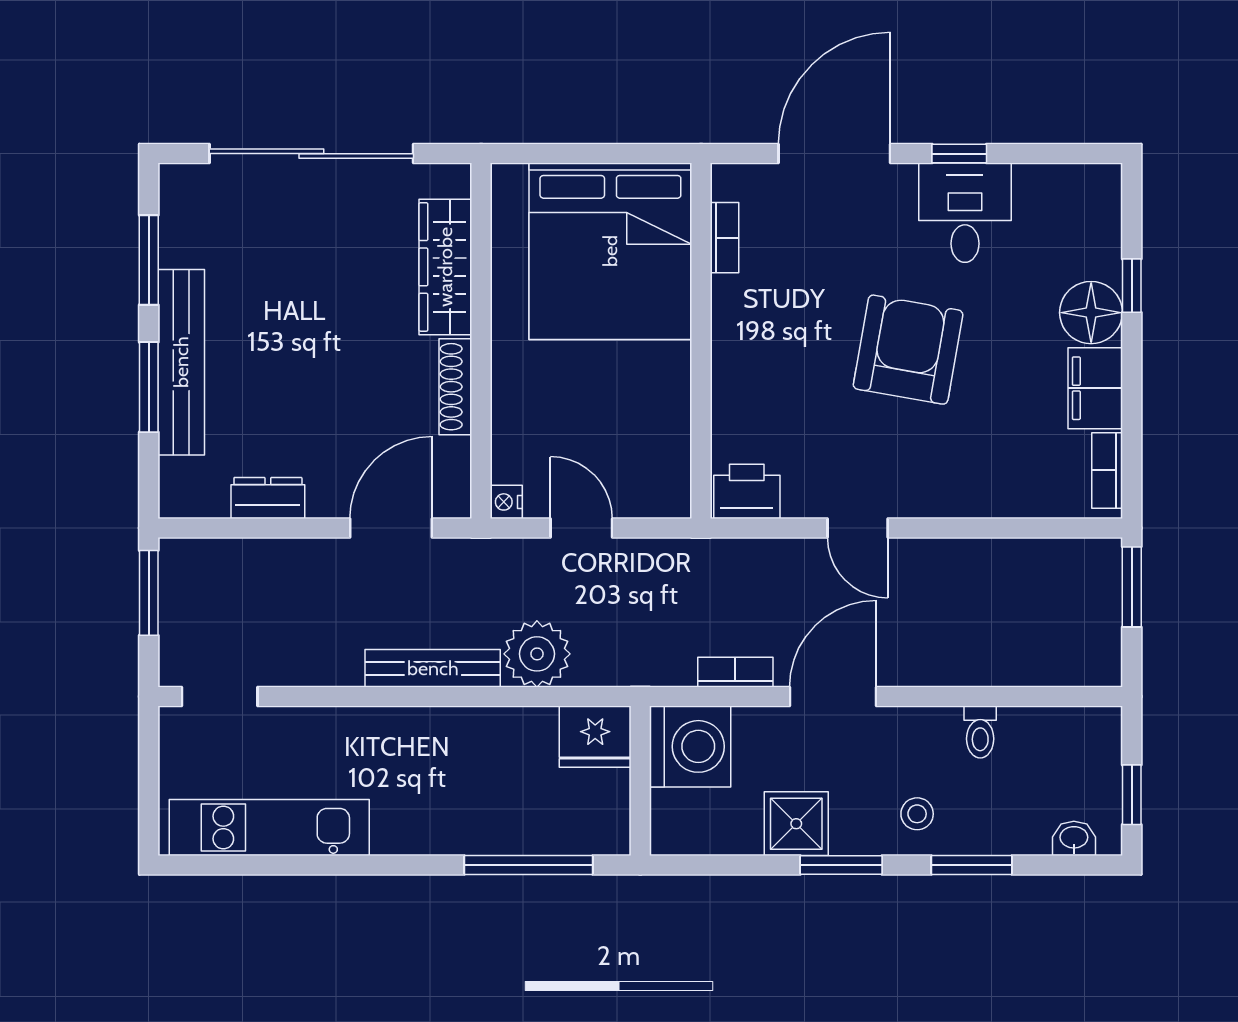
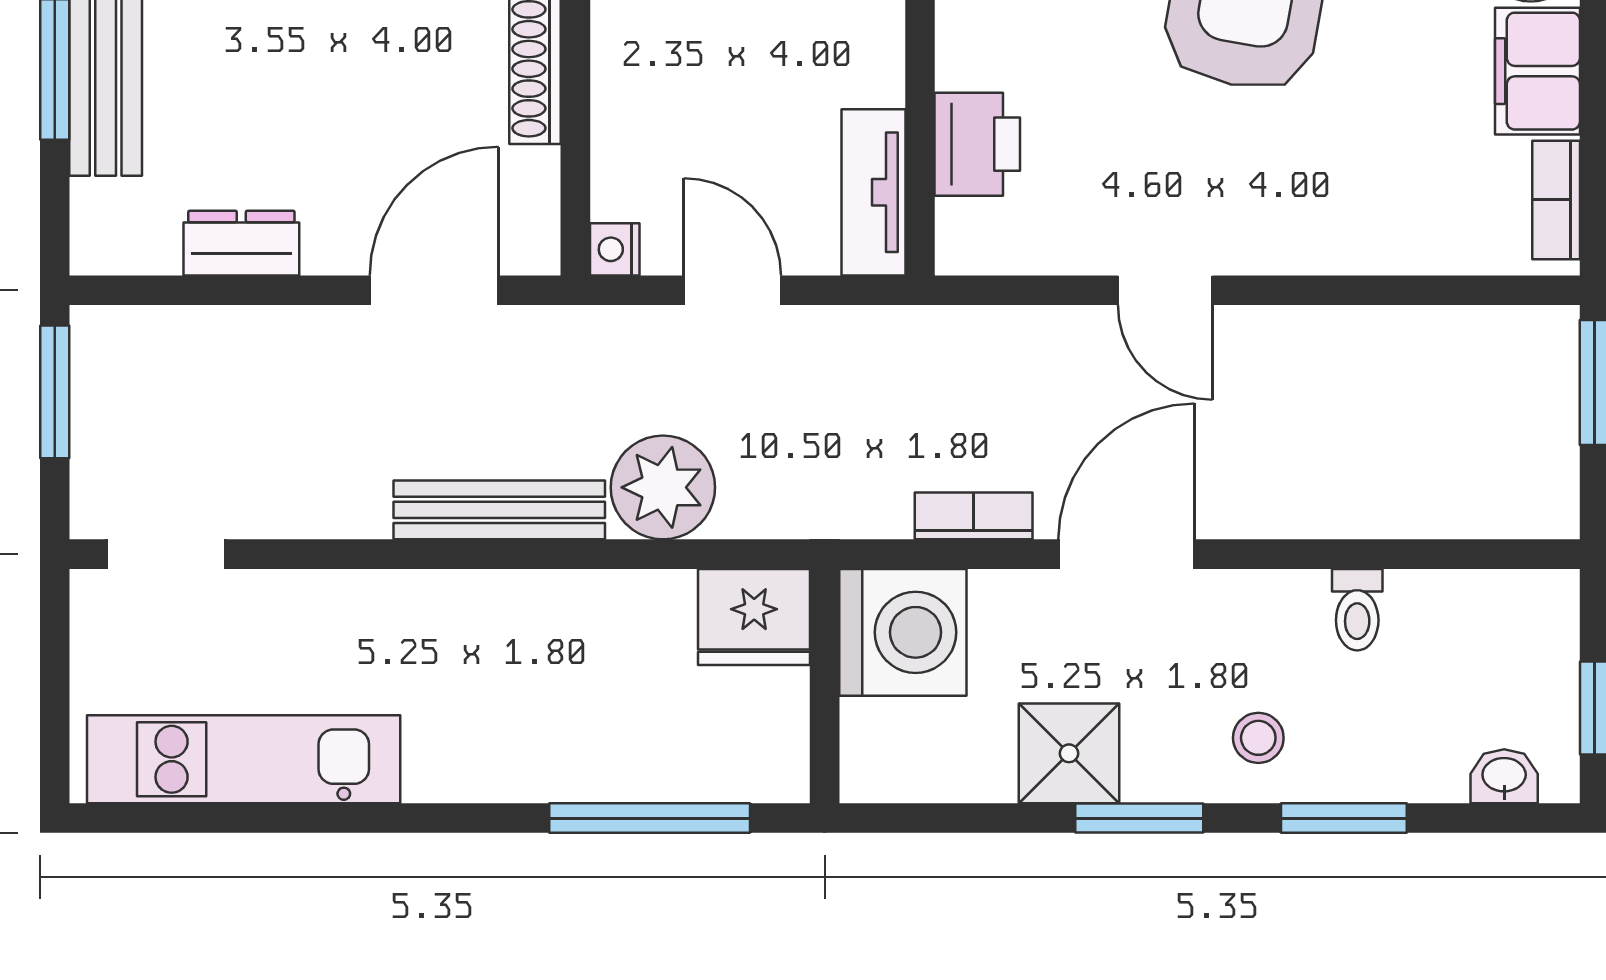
tv unit: (671, 466) -> (873, 192), added
printer: (747, 491) -> (977, 144), moved, turned 90

